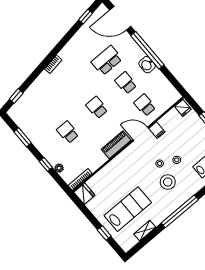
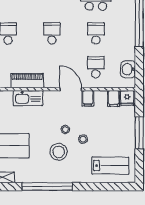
washbasin: (147, 65) -> (128, 69), moved
filing cabinet: (174, 116) -> (114, 99), added
piano: (116, 145) -> (27, 81), moved
kitchen sink: (117, 164) -> (28, 98), added

